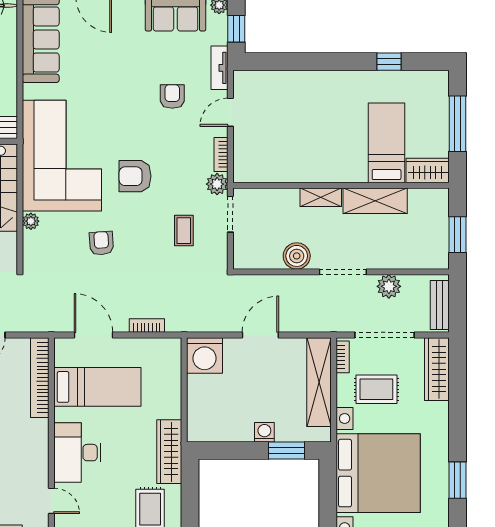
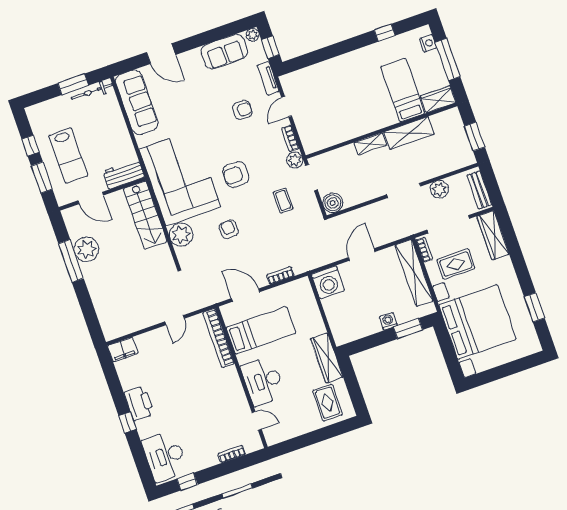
nightstand: (440, 94) -> (428, 43), added
armchair: (172, 96) -> (242, 110), turned 90
plant: (31, 221) -> (181, 235), width x1.88, depth x1.88
boiler: (297, 256) -> (333, 203), moved

